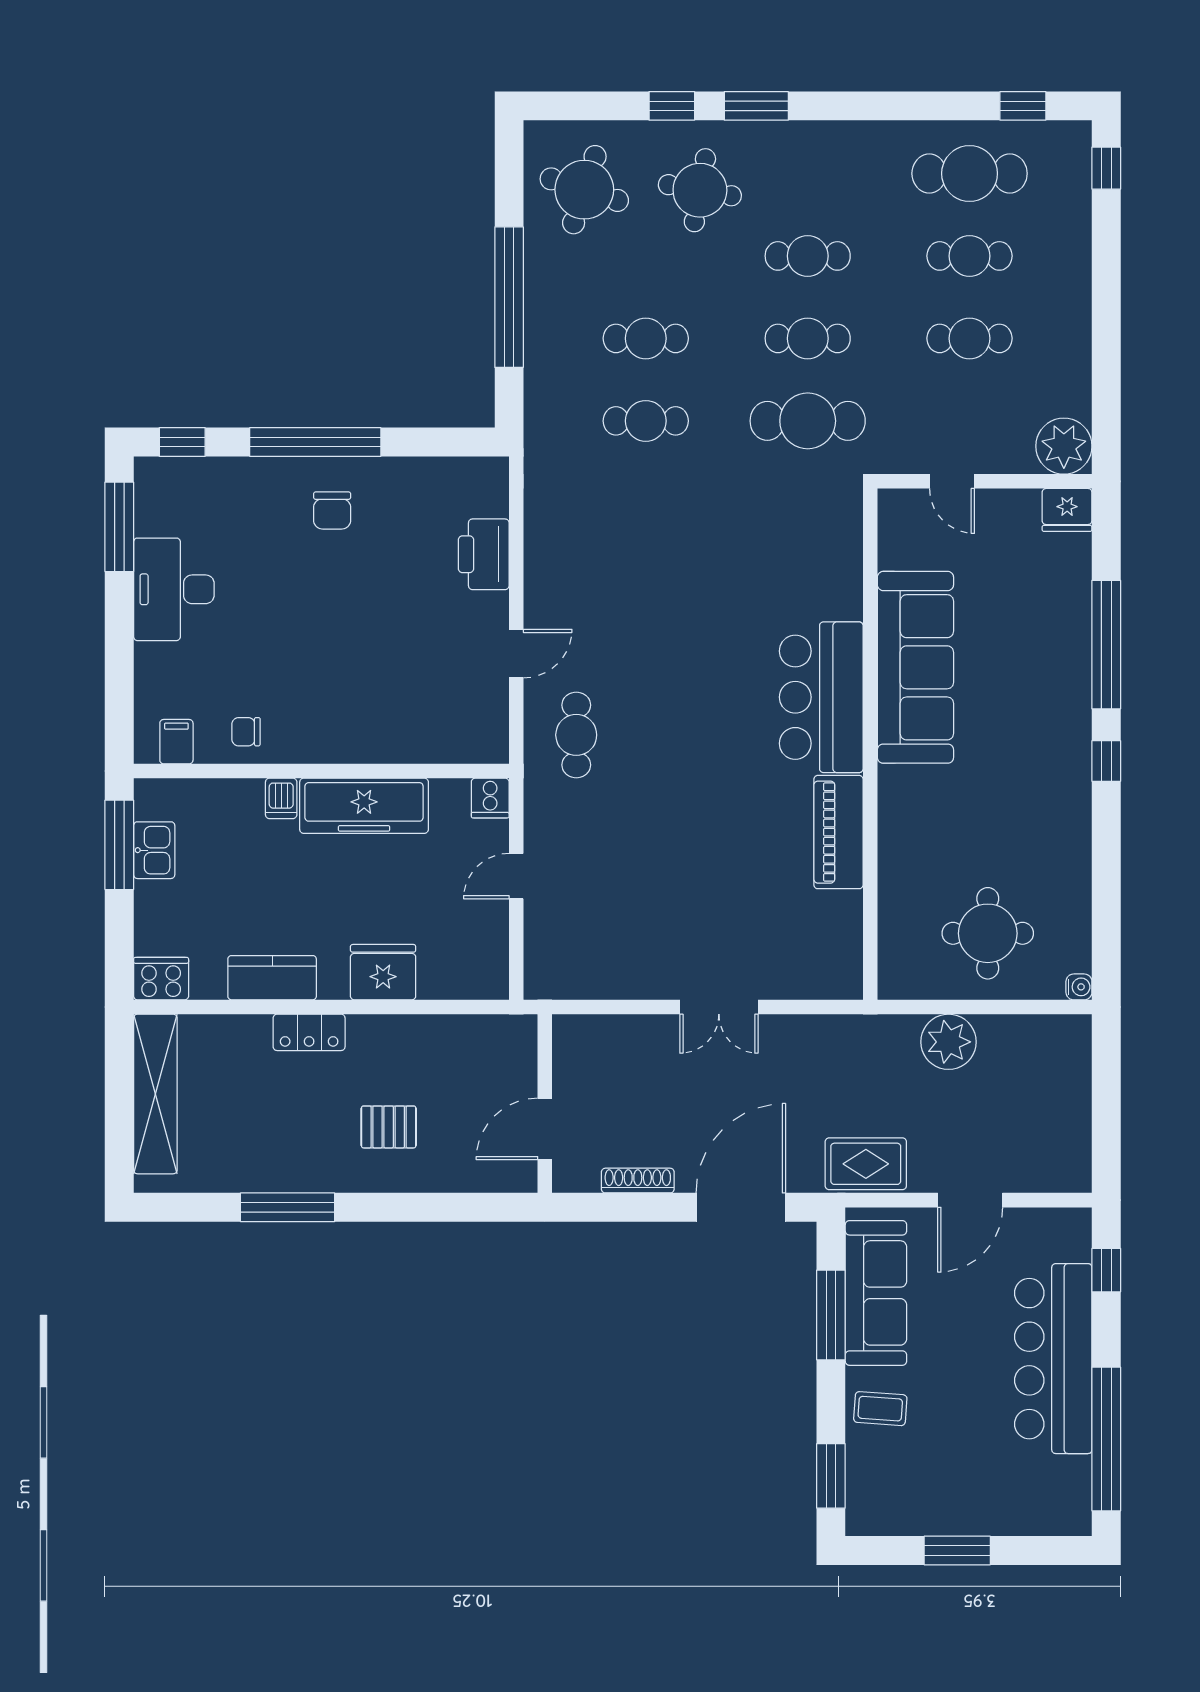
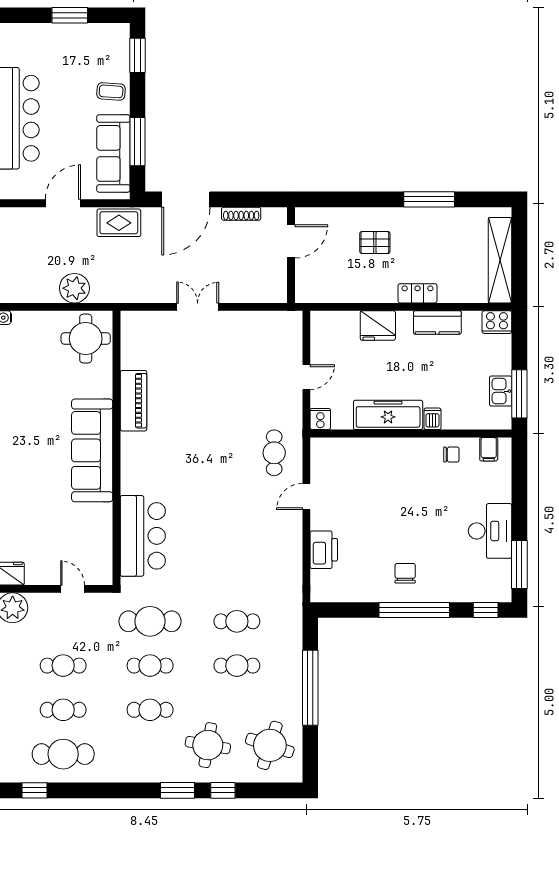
sofa: (915, 667) -> (92, 450), moved
bar counter: (821, 697) -> (143, 536), moved
round table: (988, 933) -> (86, 339), moved

